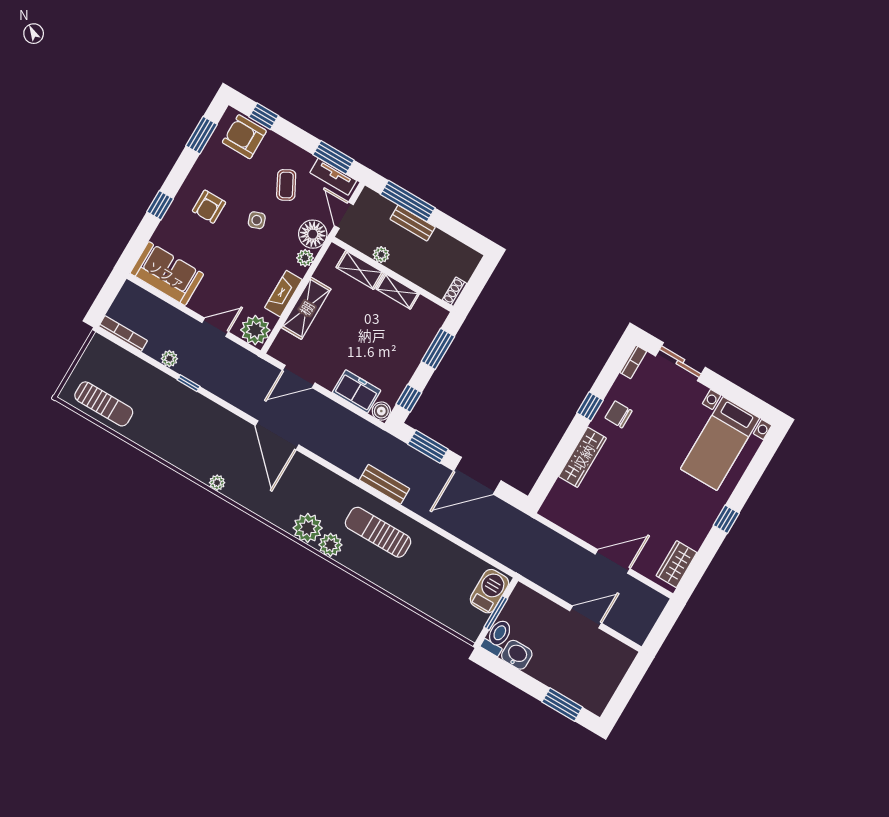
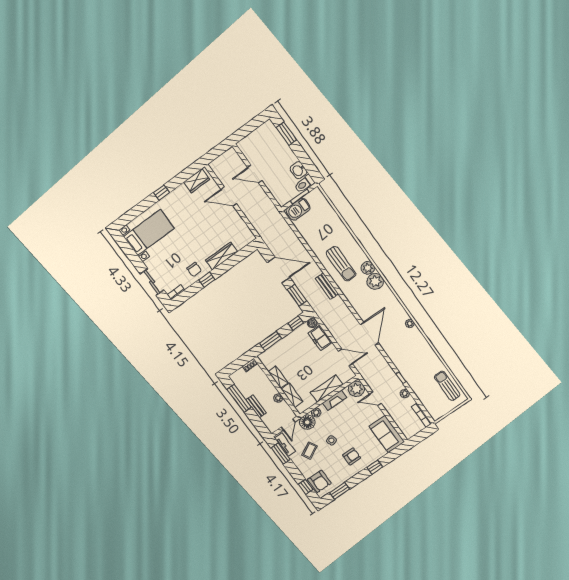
window: (408, 201) -> (239, 398), moved

